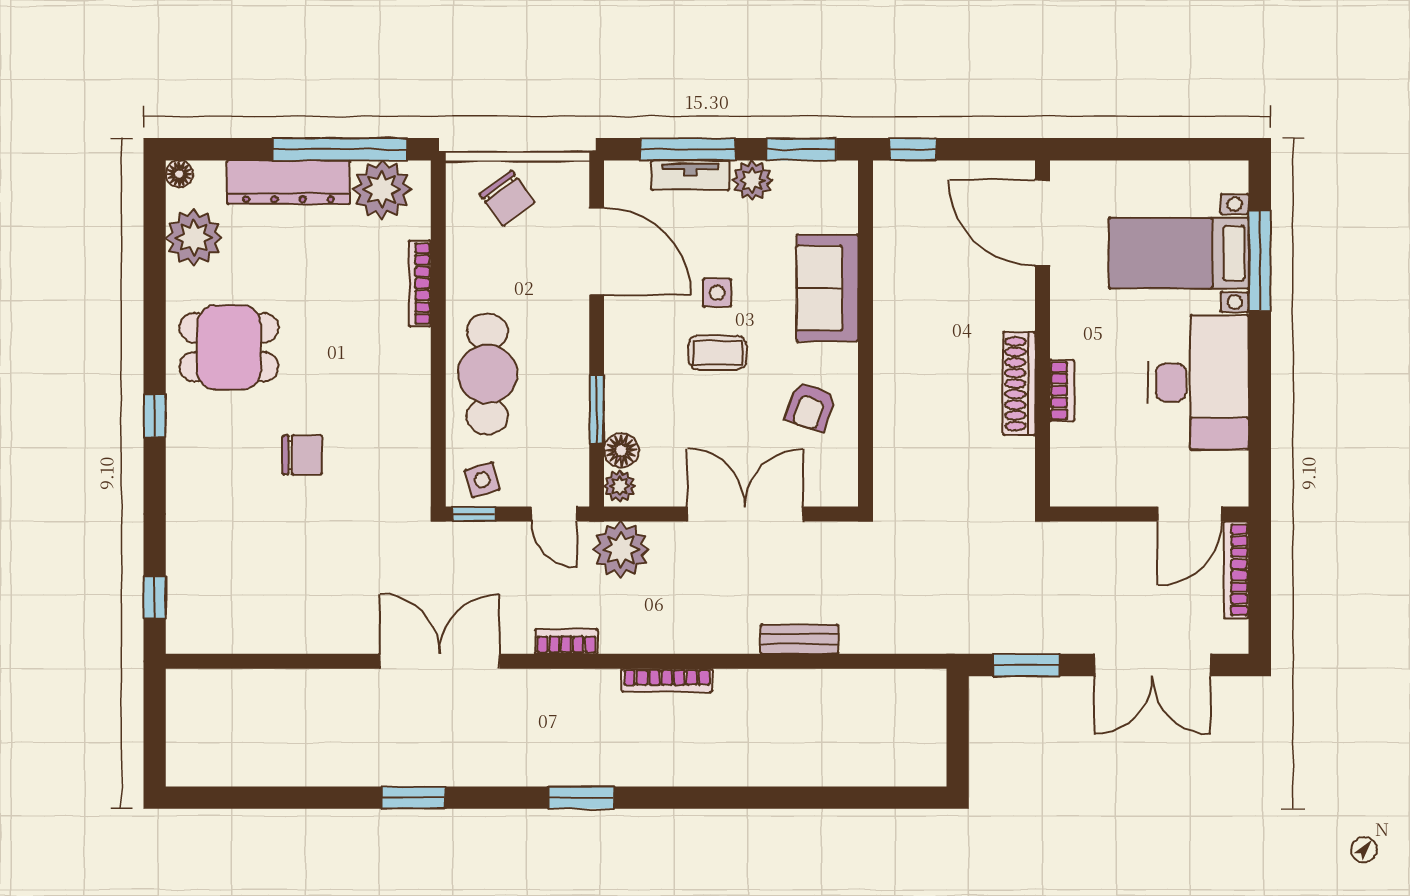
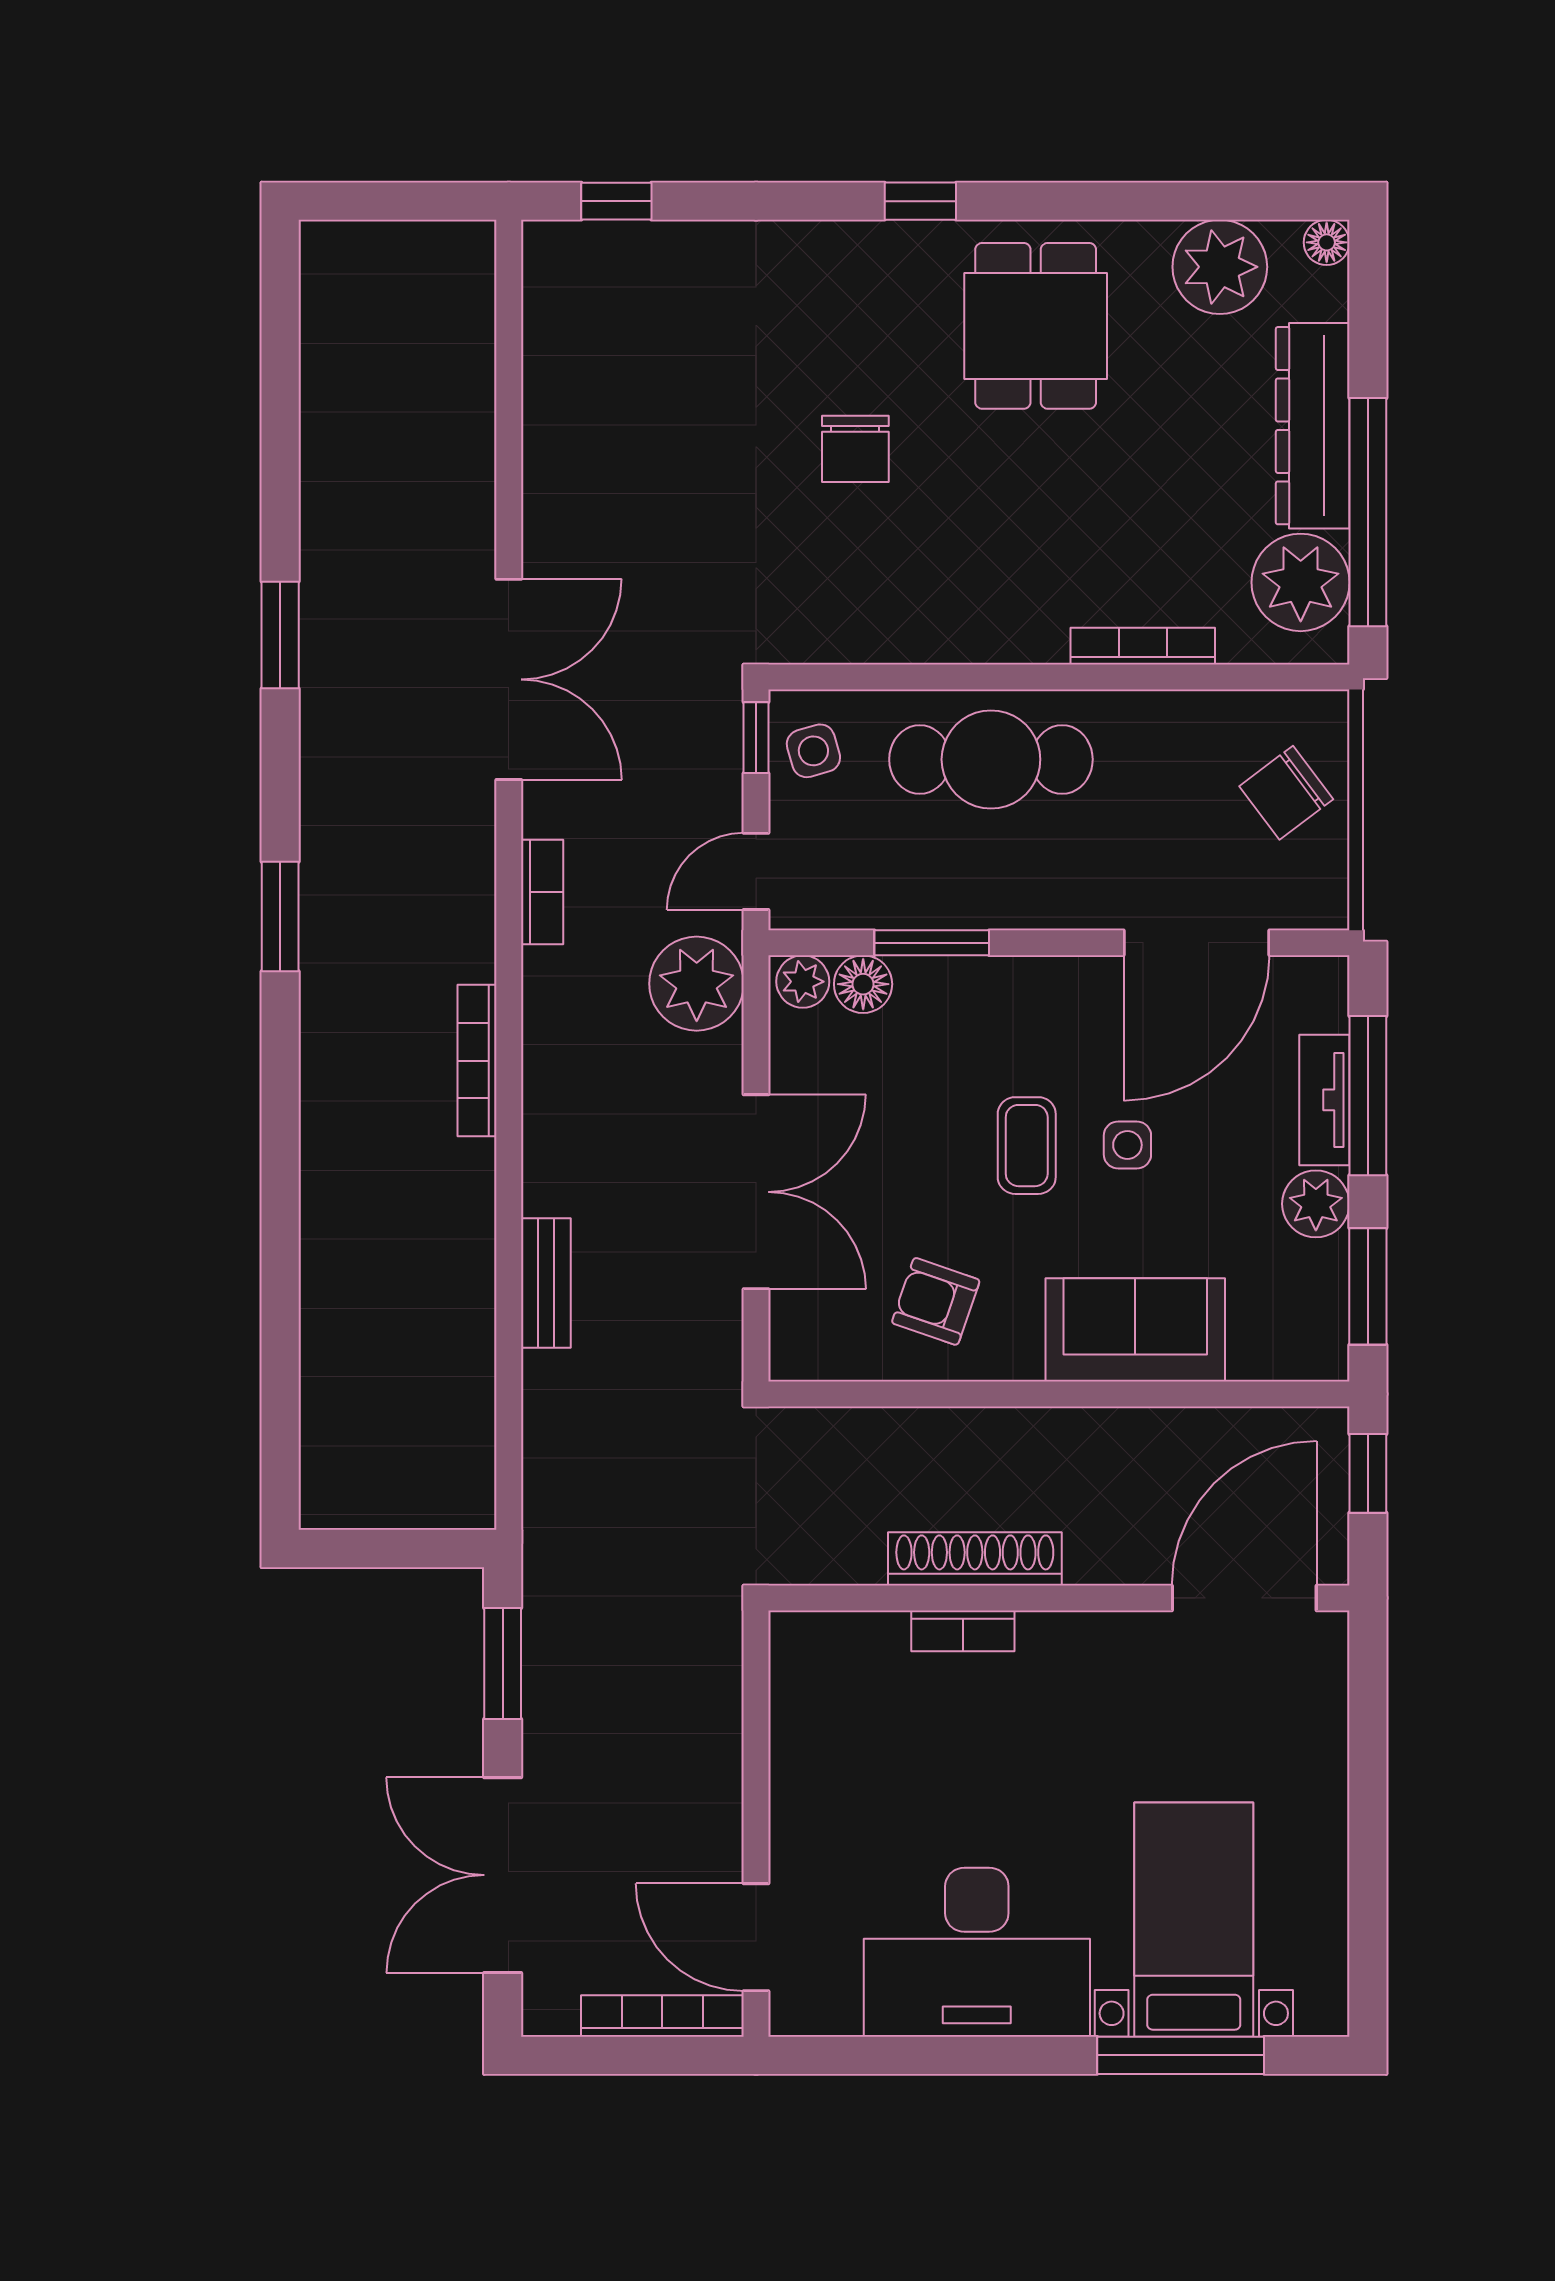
door: (1042, 223) -> (1244, 1598), moved
wall: (1042, 333) -> (1059, 1598), moved
shoe rack: (1019, 384) -> (975, 1559), moved
bookcase: (1062, 391) -> (963, 1631), moved

